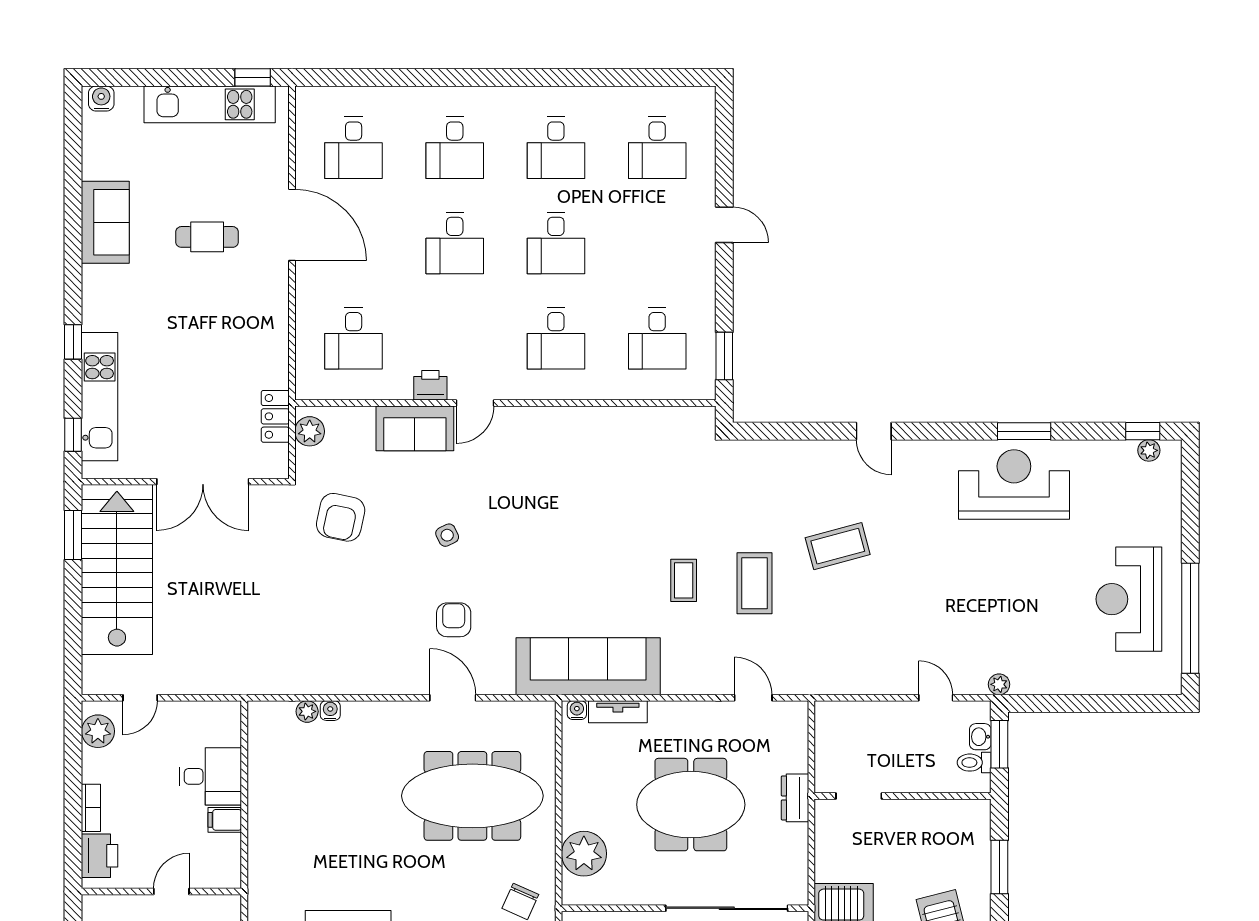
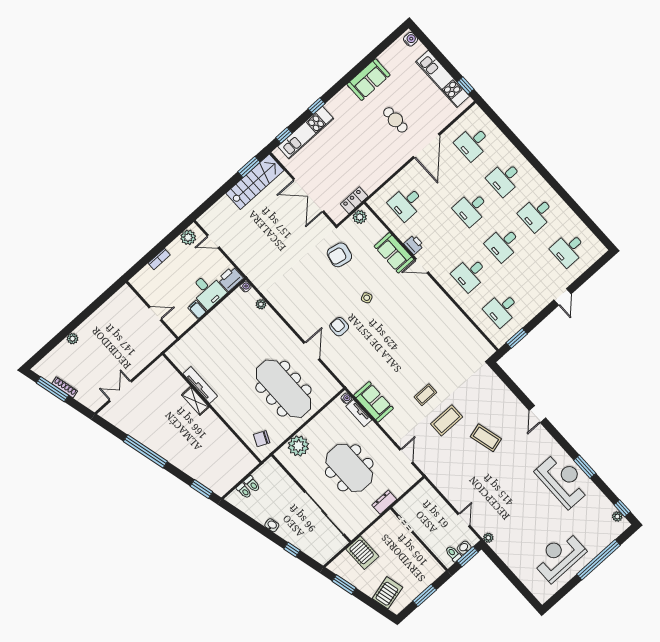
stairs: (117, 570) -> (255, 182), width x0.73, depth x0.66
window: (1190, 618) -> (598, 560), moved
armchair: (454, 620) -> (339, 327), turned -90
sofa: (588, 666) -> (374, 402), width x0.54, depth x0.79
water cooler: (330, 711) -> (246, 287), moved
printer: (100, 856) -> (230, 279), moved, turned 180

